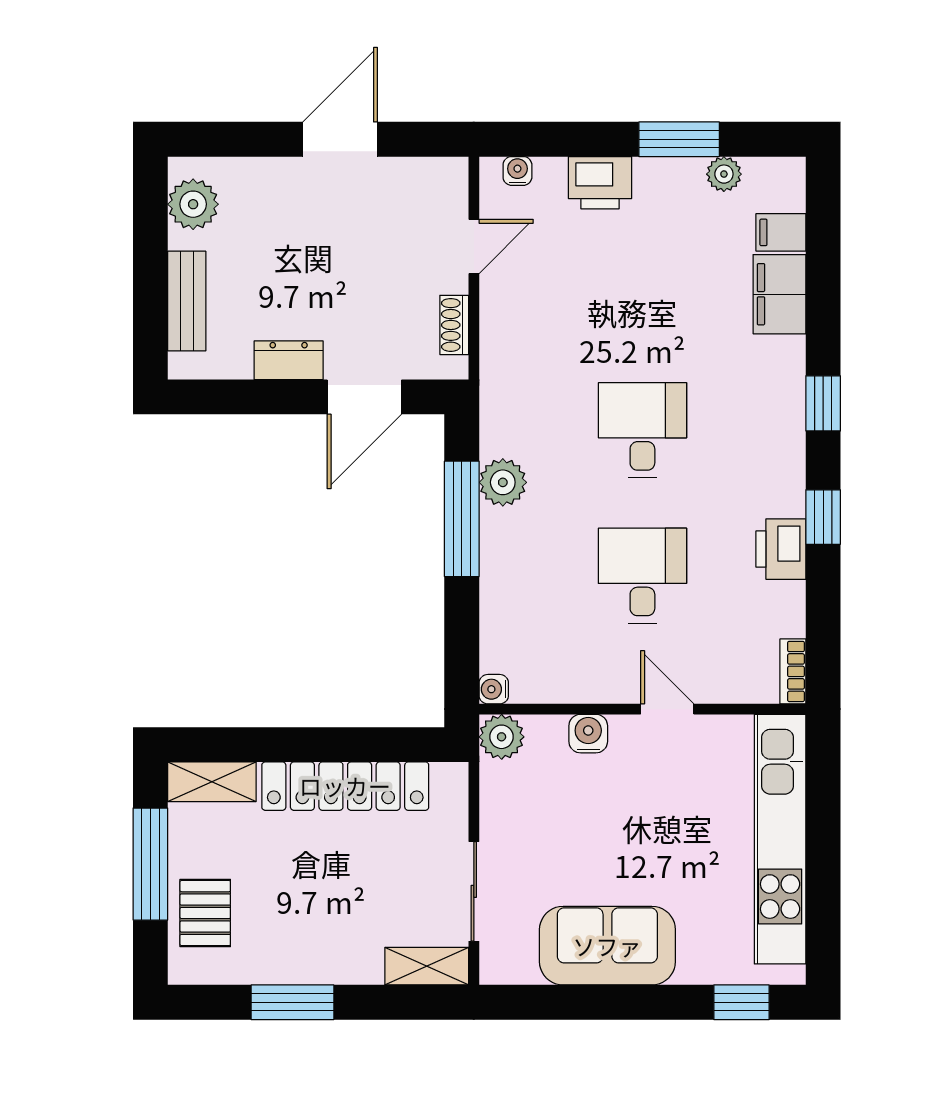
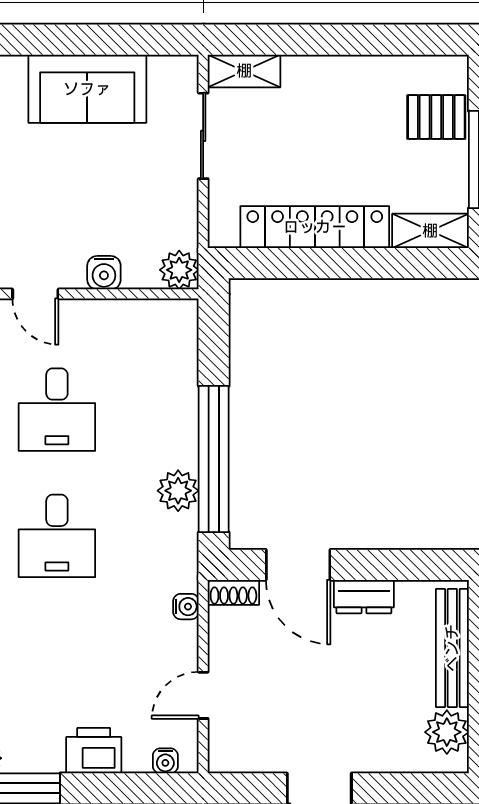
bench: (187, 301) -> (452, 648), width x1.36
shoe rack: (454, 325) -> (233, 592), moved, turned 90
door: (364, 397) -> (298, 565), swing flipped
window: (462, 519) -> (214, 459), width x1.46
water cooler: (494, 689) -> (186, 607), moved
pallet: (205, 913) -> (436, 117), turned 90
window: (292, 1002) -> (361, 40), removed

